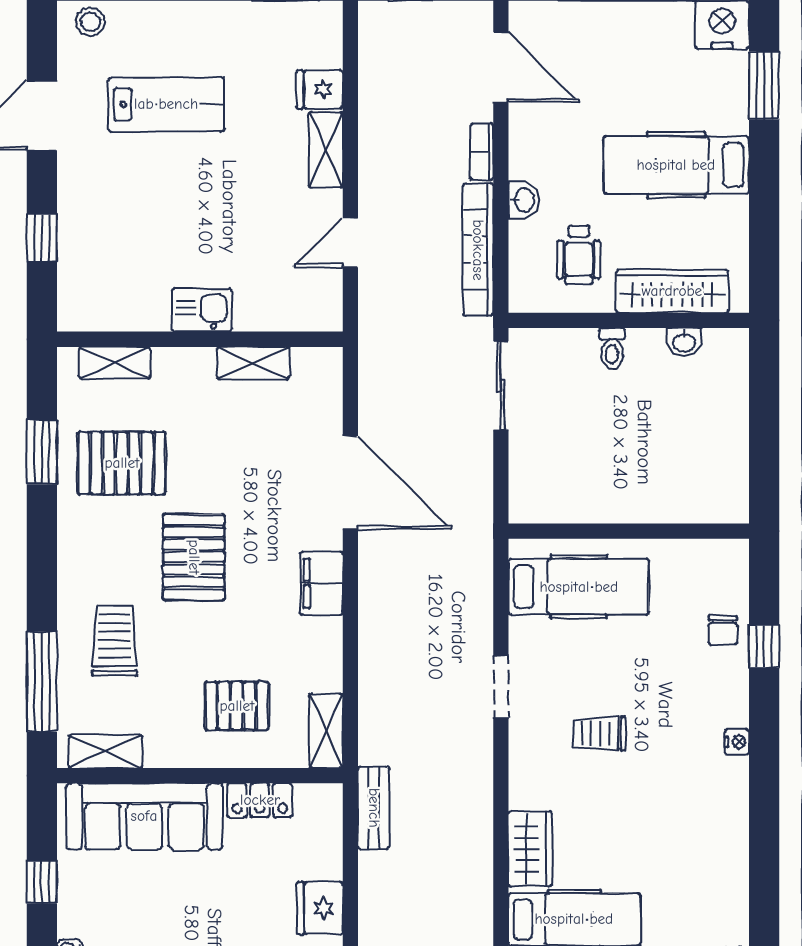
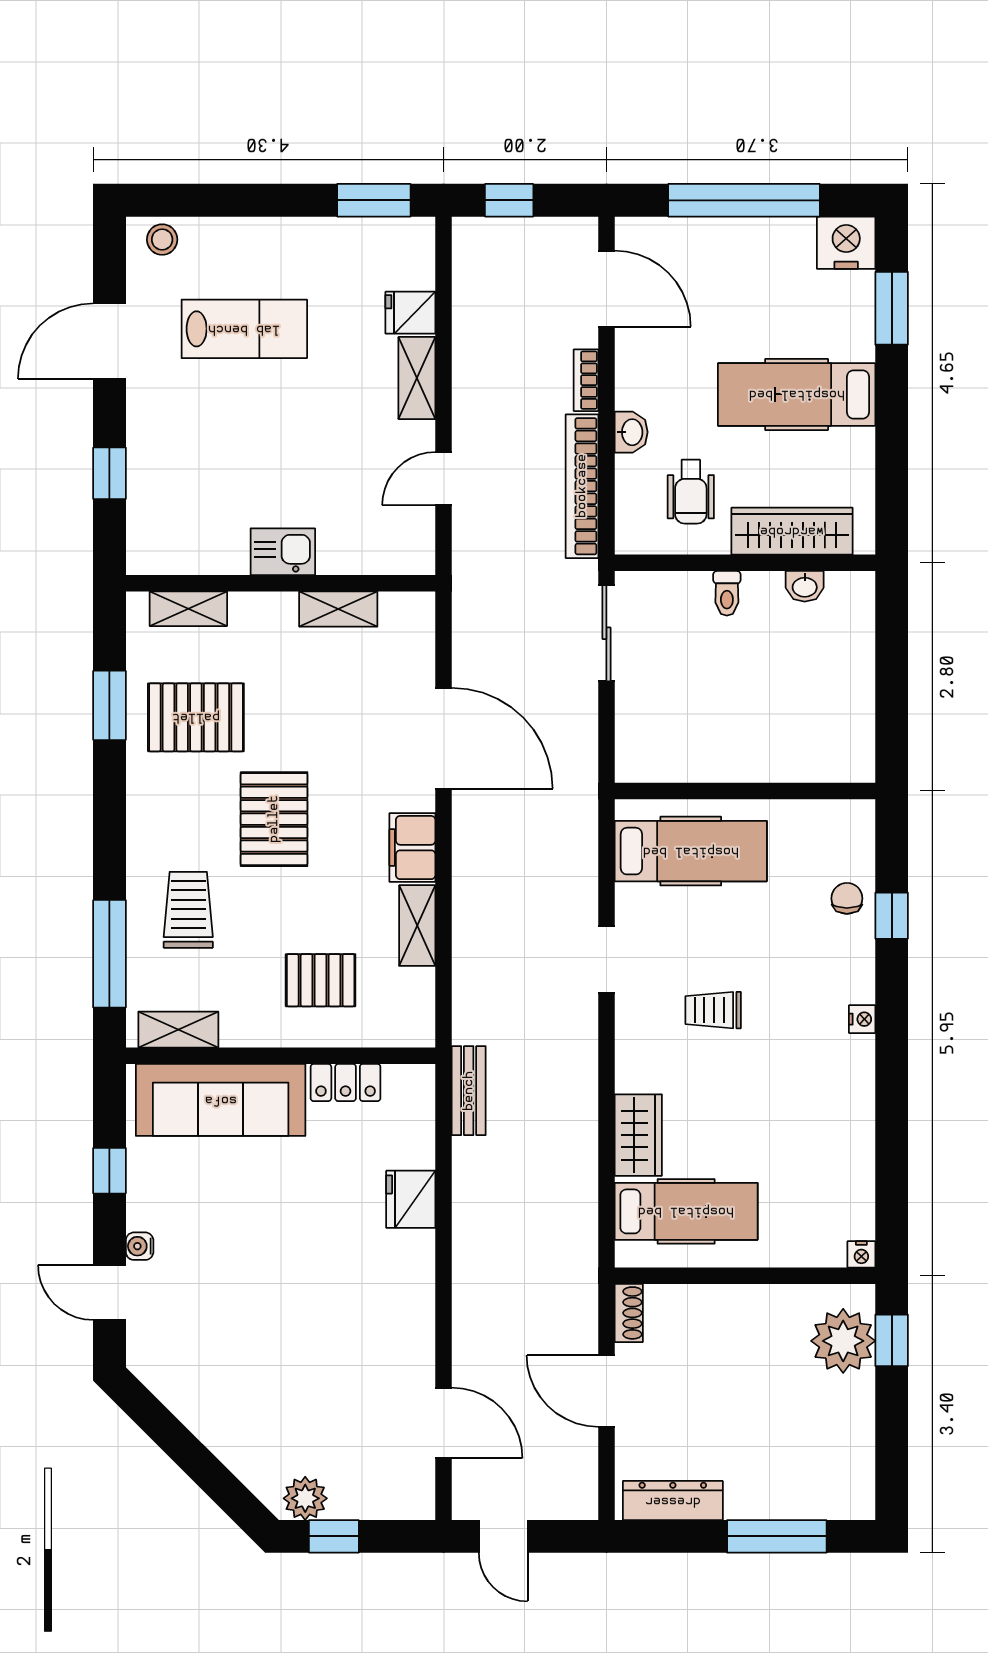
chair: (723, 630) -> (847, 898), turned 180
shelving: (326, 731) -> (417, 926), moved

